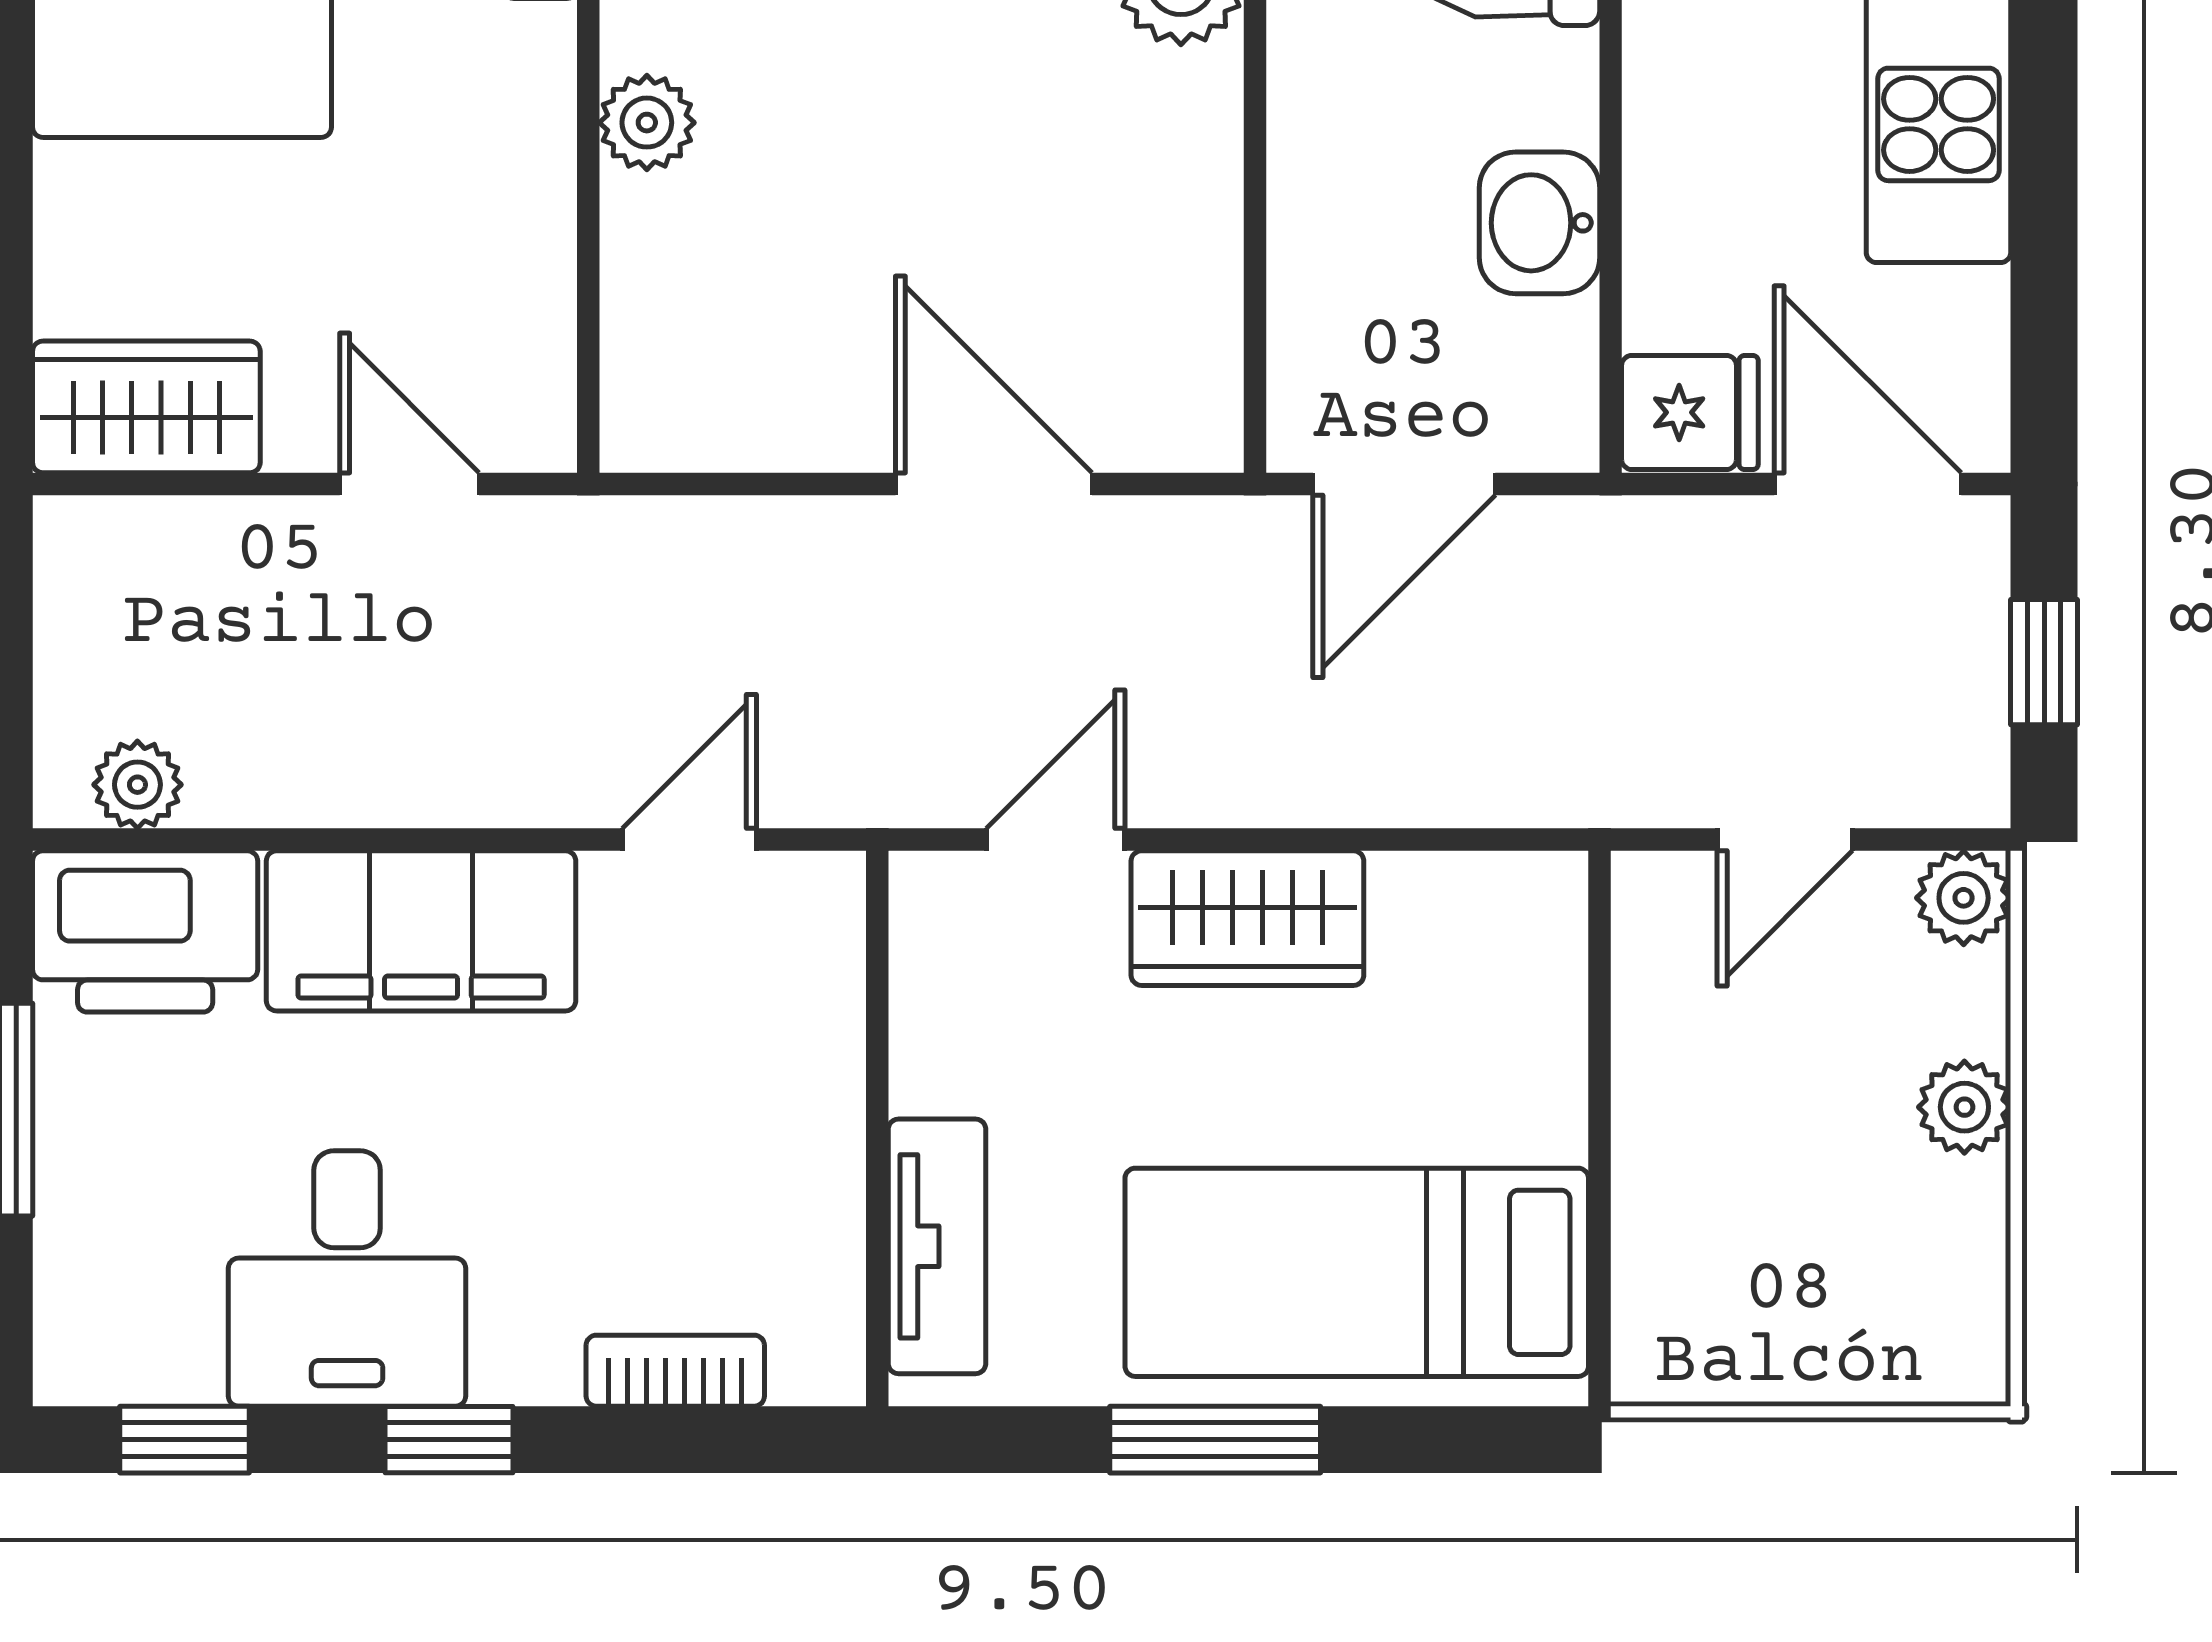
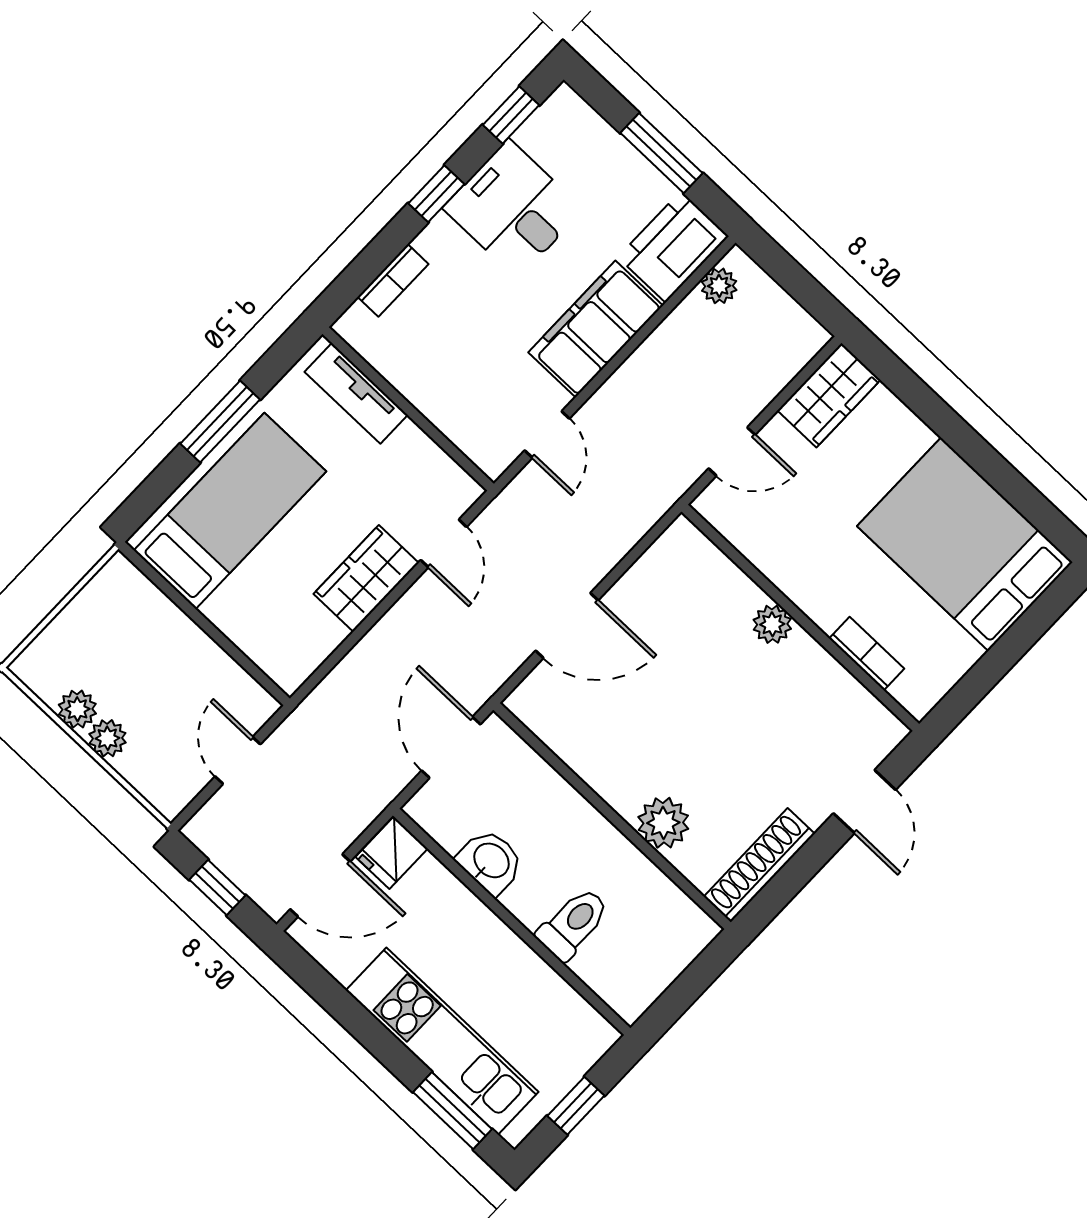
plant: (1964, 898) -> (77, 709), moved

